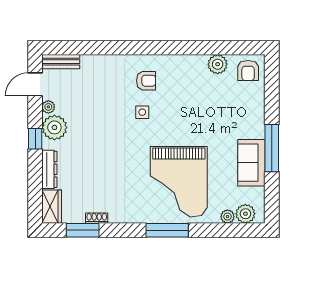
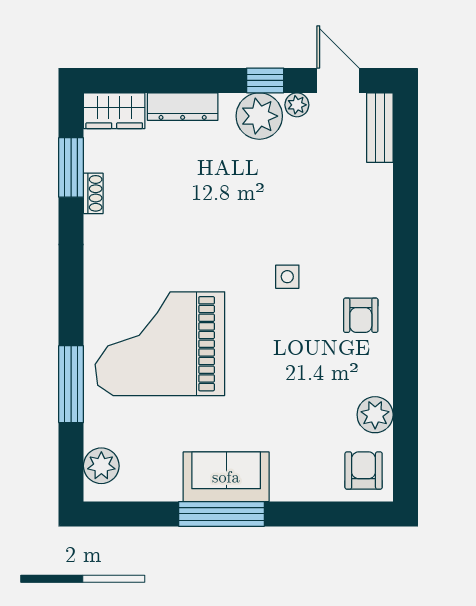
armchair: (248, 70) -> (364, 471), turned 90
armchair: (146, 81) -> (361, 315), moved
window: (35, 139) -> (265, 80), moved
sofa: (251, 163) -> (226, 477), moved
plant: (227, 217) -> (96, 433), removed
window: (167, 230) -> (71, 384), moved

